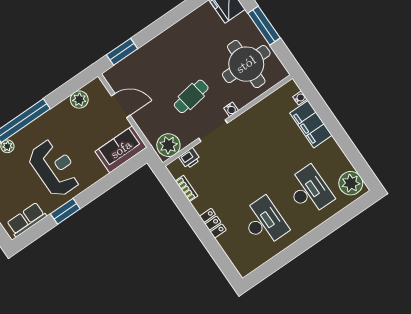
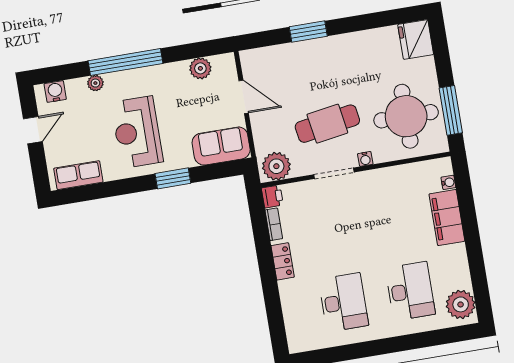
window: (264, 26) -> (451, 110), moved
window: (122, 52) -> (308, 32), moved
cafe table: (191, 96) -> (327, 124), width x1.37, depth x1.35
printer: (190, 158) -> (272, 197), moved, turned -90
reception desk: (55, 168) -> (137, 132), turned 180
window: (65, 211) -> (173, 178), moved
locker: (213, 223) -> (283, 261), moved

